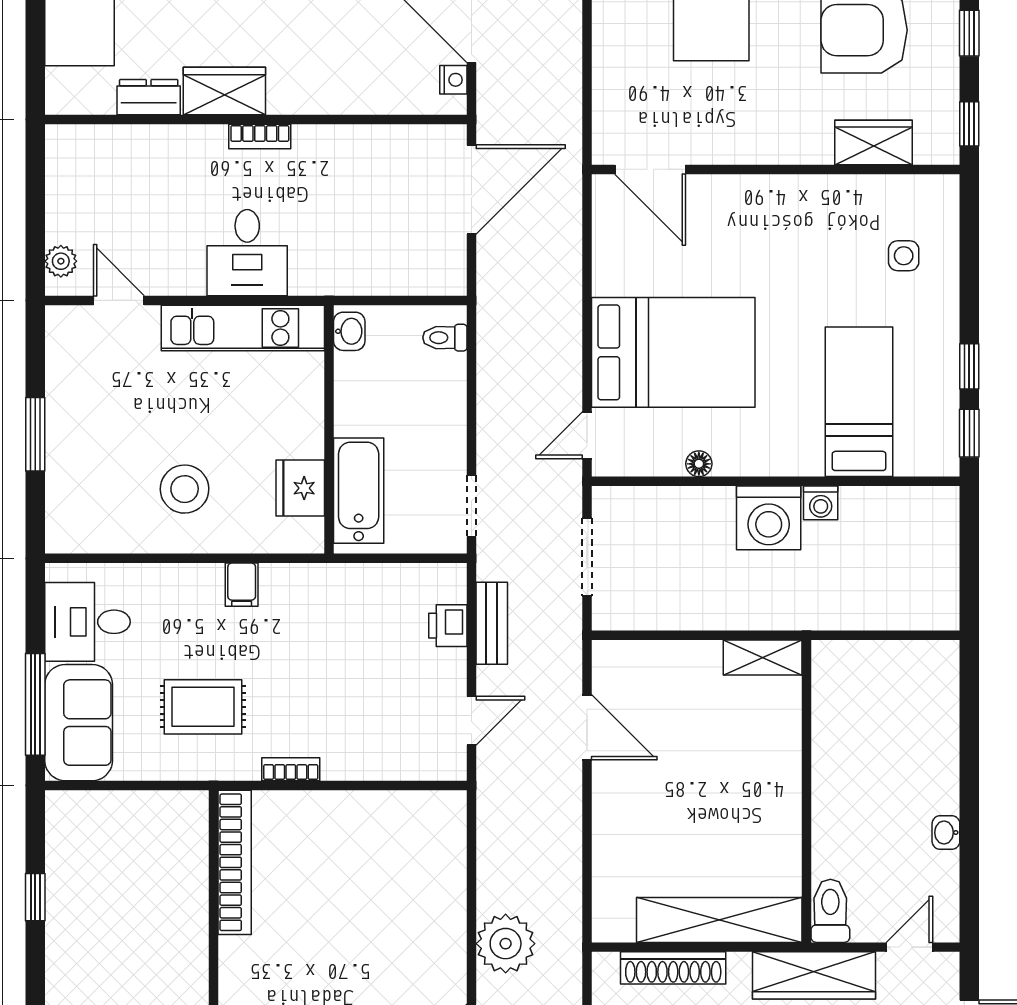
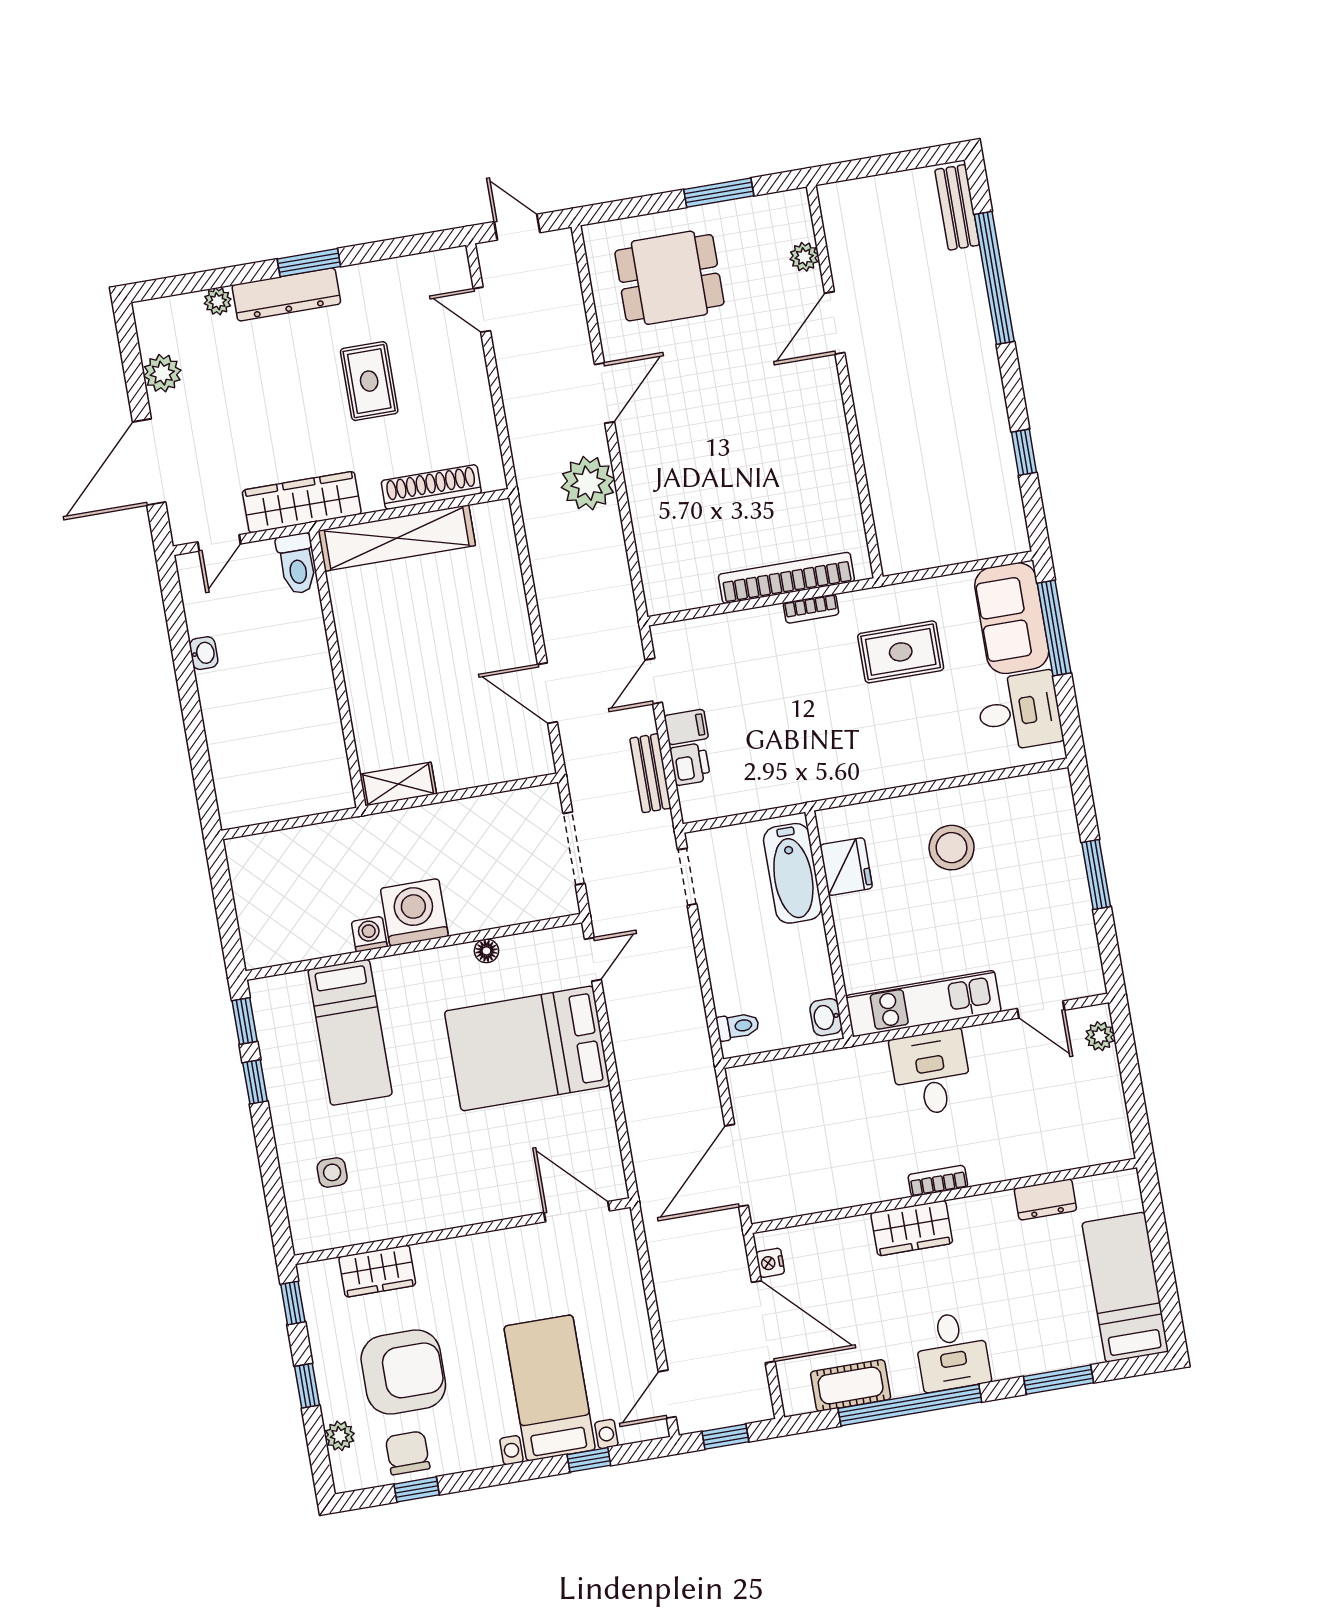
wardrobe: (224, 91) -> (912, 1228), moved
filing cabinet: (242, 585) -> (686, 727), moved, turned 90
bookcase: (235, 862) -> (786, 578), moved, turned 90

